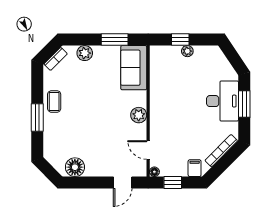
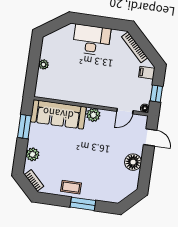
window: (180, 40) -> (33, 69), removed
sofa: (134, 68) -> (58, 114), width x1.36
window: (244, 104) -> (97, 21), removed
floor lamp: (75, 167) -> (133, 162), moved

